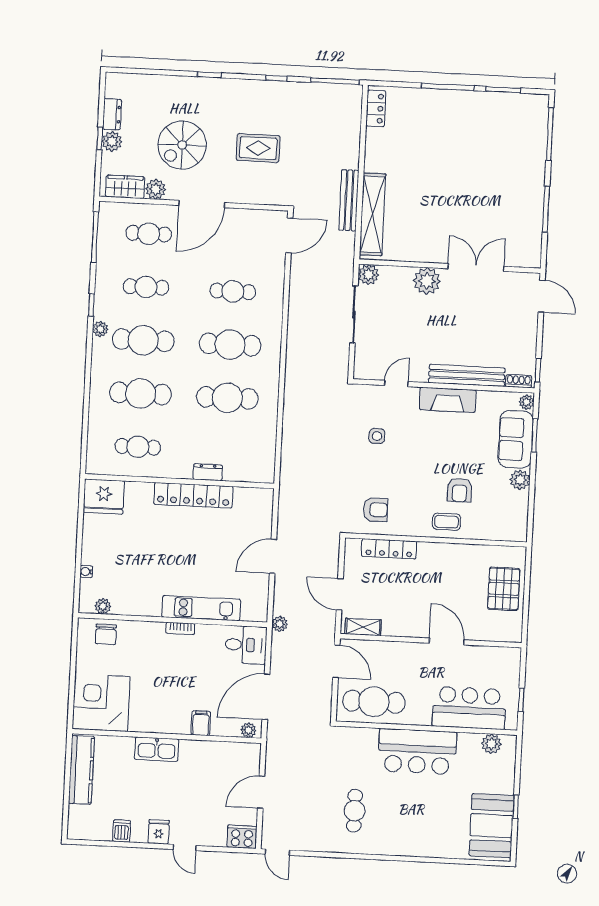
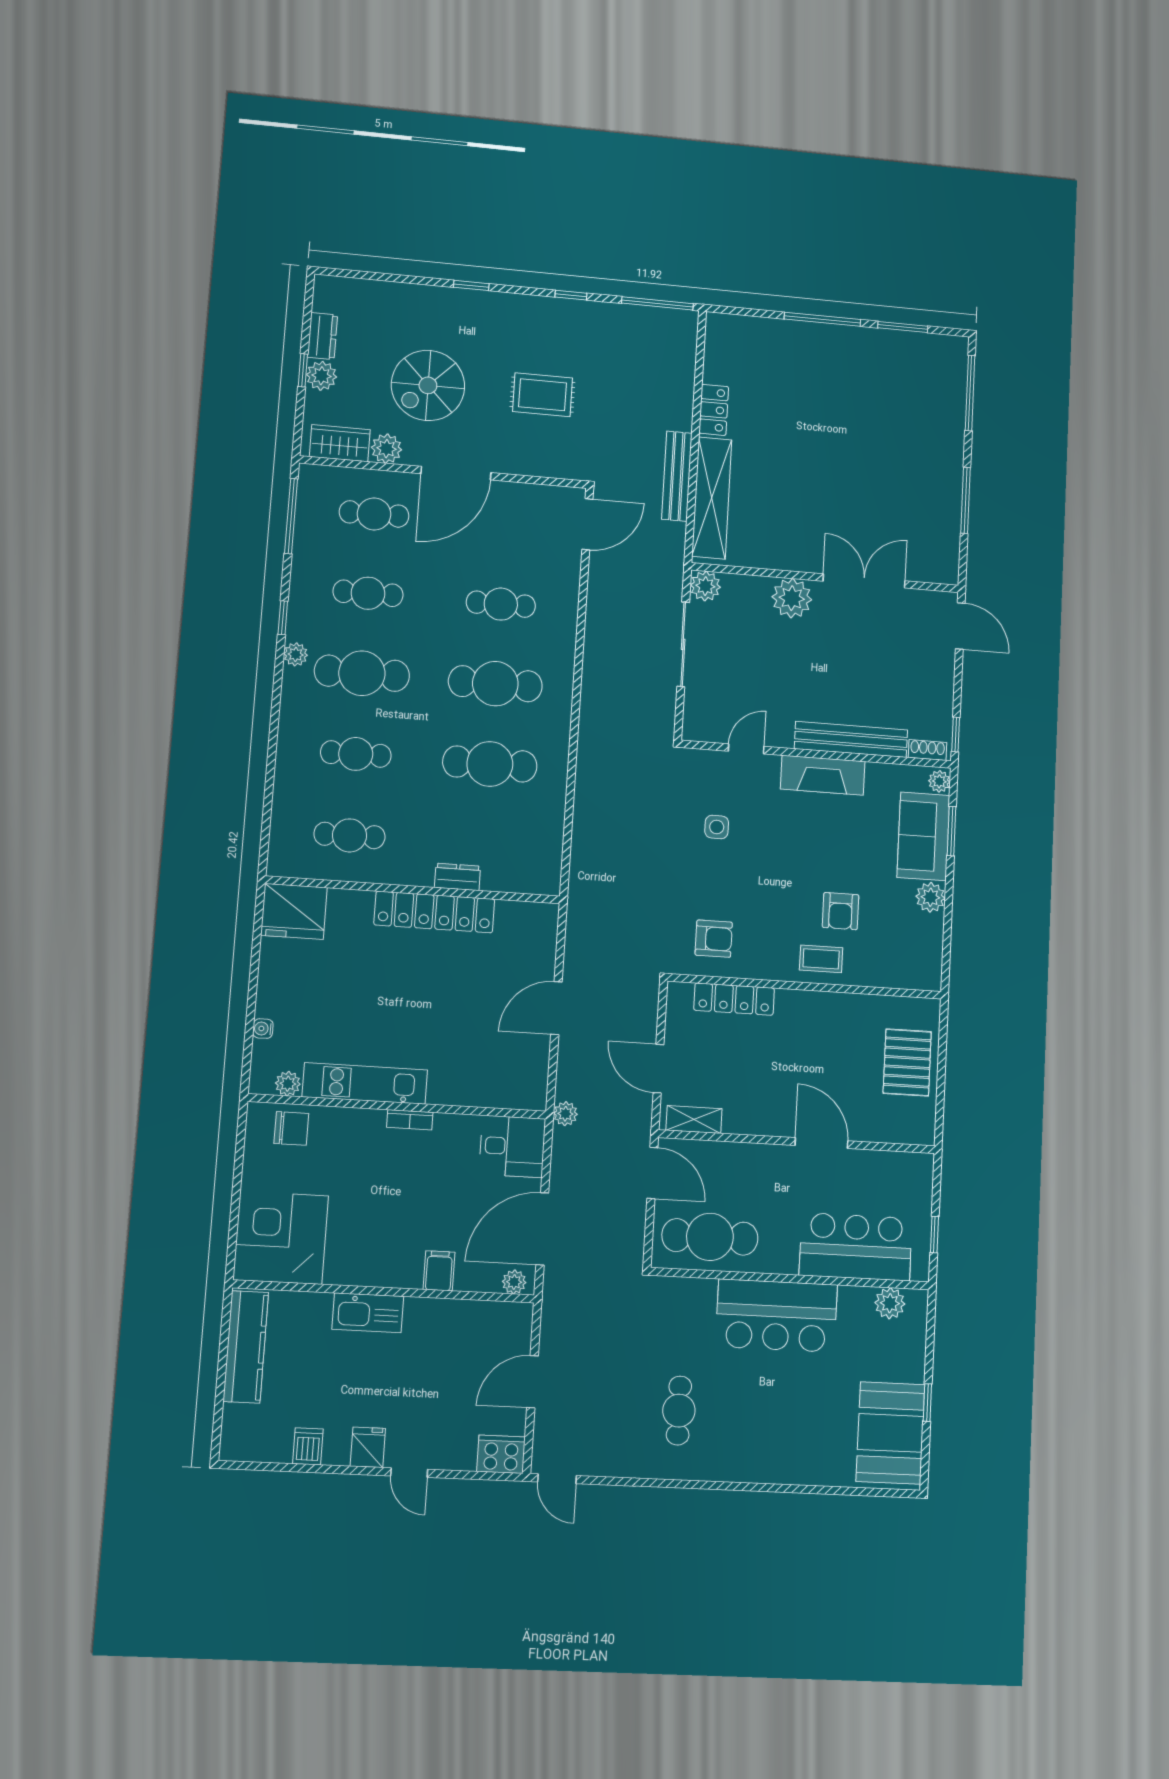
locker: (376, 108) -> (714, 410), moved
cafe table: (141, 393) -> (356, 754), width x0.73, depth x0.74
kitchen unit: (201, 608) -> (365, 1083), moved
chair: (106, 634) -> (291, 1128), turned -90

